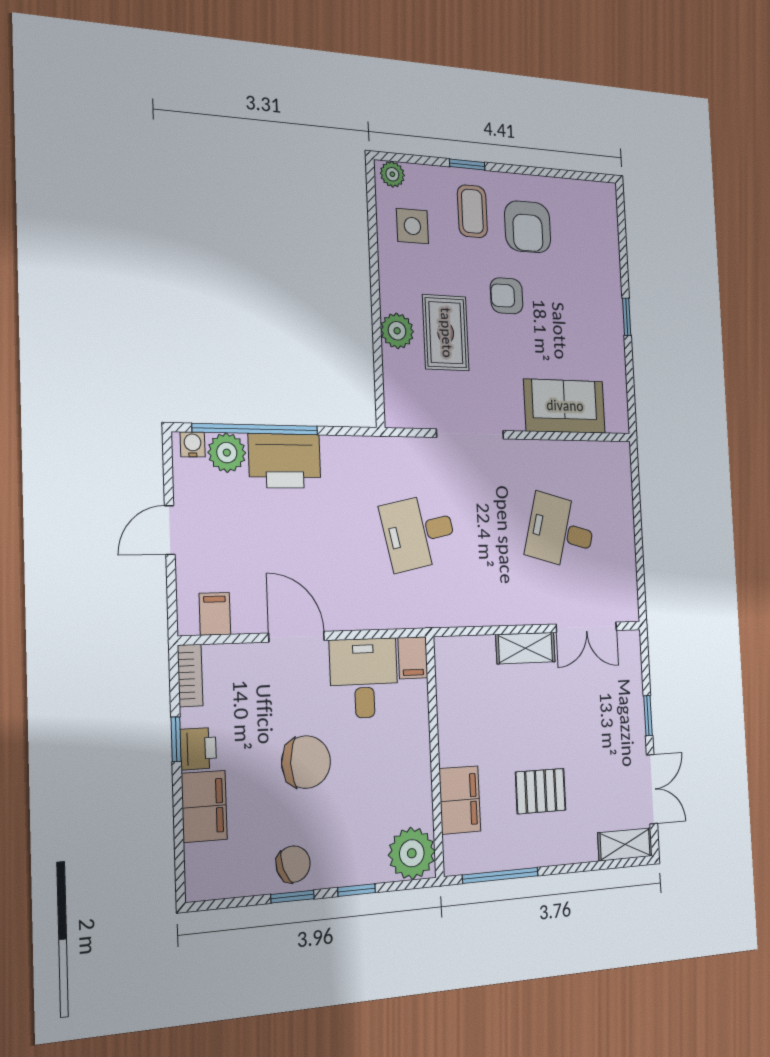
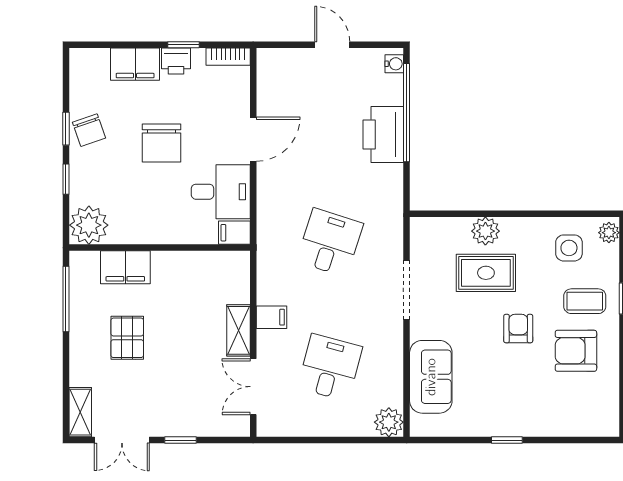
plant: (227, 453) -> (389, 422), moved
desk: (419, 532) -> (330, 242), turned 30
filing cabinet: (215, 614) -> (271, 317), moved

